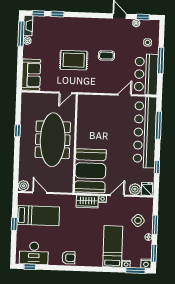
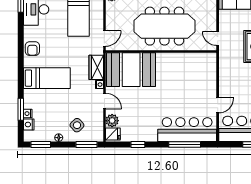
door: (125, 95) -> (218, 105), hinge flipped
bar counter: (145, 132) -> (187, 130), width x0.73
door: (40, 193) -> (104, 38), moved
window: (155, 225) -> (87, 144), moved
bed: (113, 246) -> (47, 78), moved
nightstand: (146, 264) -> (29, 125), moved
window: (136, 270) -> (21, 109), moved

